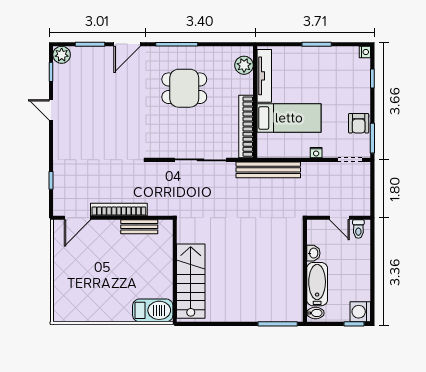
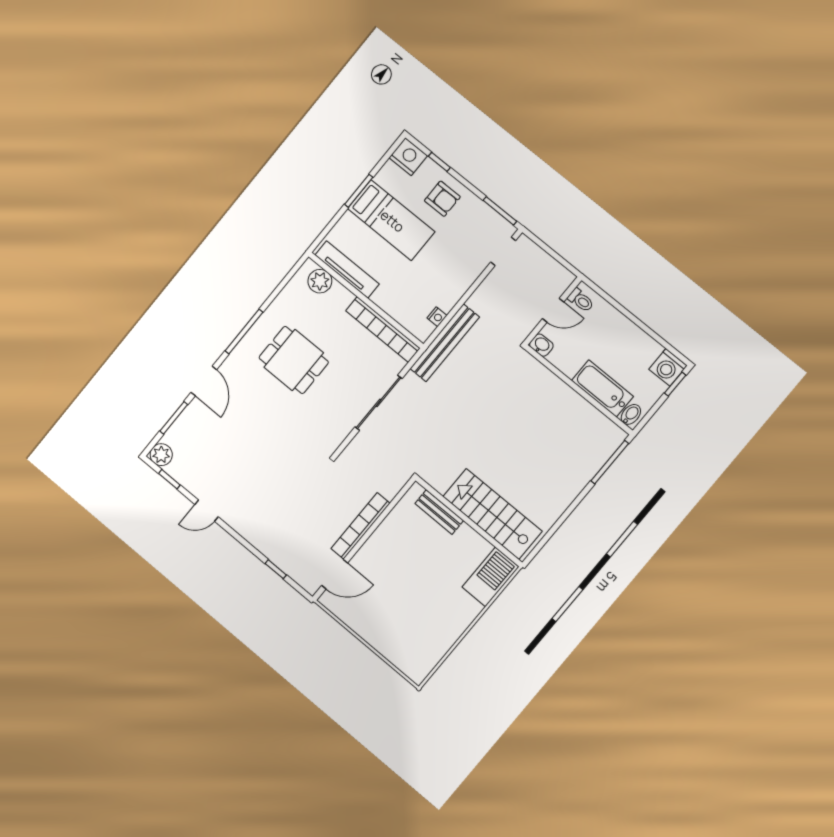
nightstand: (365, 52) -> (408, 157), width x1.89, depth x1.79
dining table: (184, 88) -> (294, 360), turned 90
bed: (289, 118) -> (391, 220), moved, turned 90
armchair: (359, 123) -> (442, 199), moved
nightstand: (316, 153) -> (437, 317), moved
door: (77, 218) -> (335, 574), hinge flipped
bench: (139, 227) -> (439, 512), moved, turned 90
washbasin: (313, 253) -> (541, 345), moved

